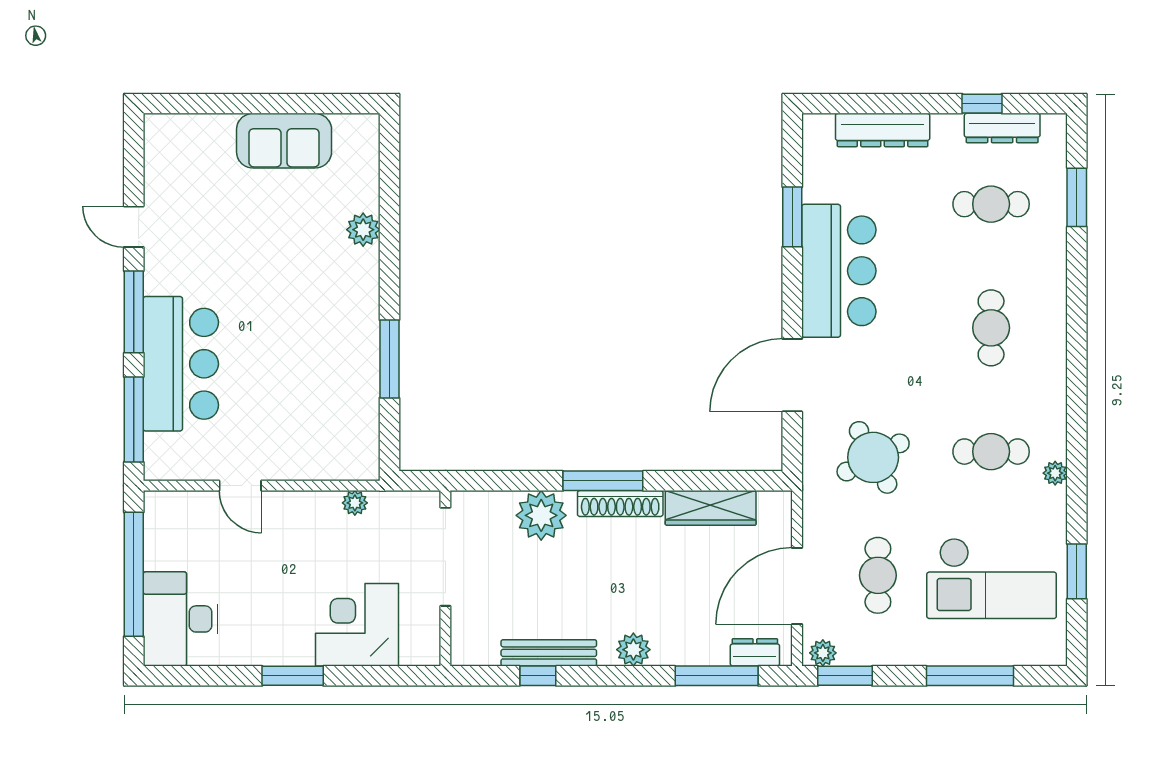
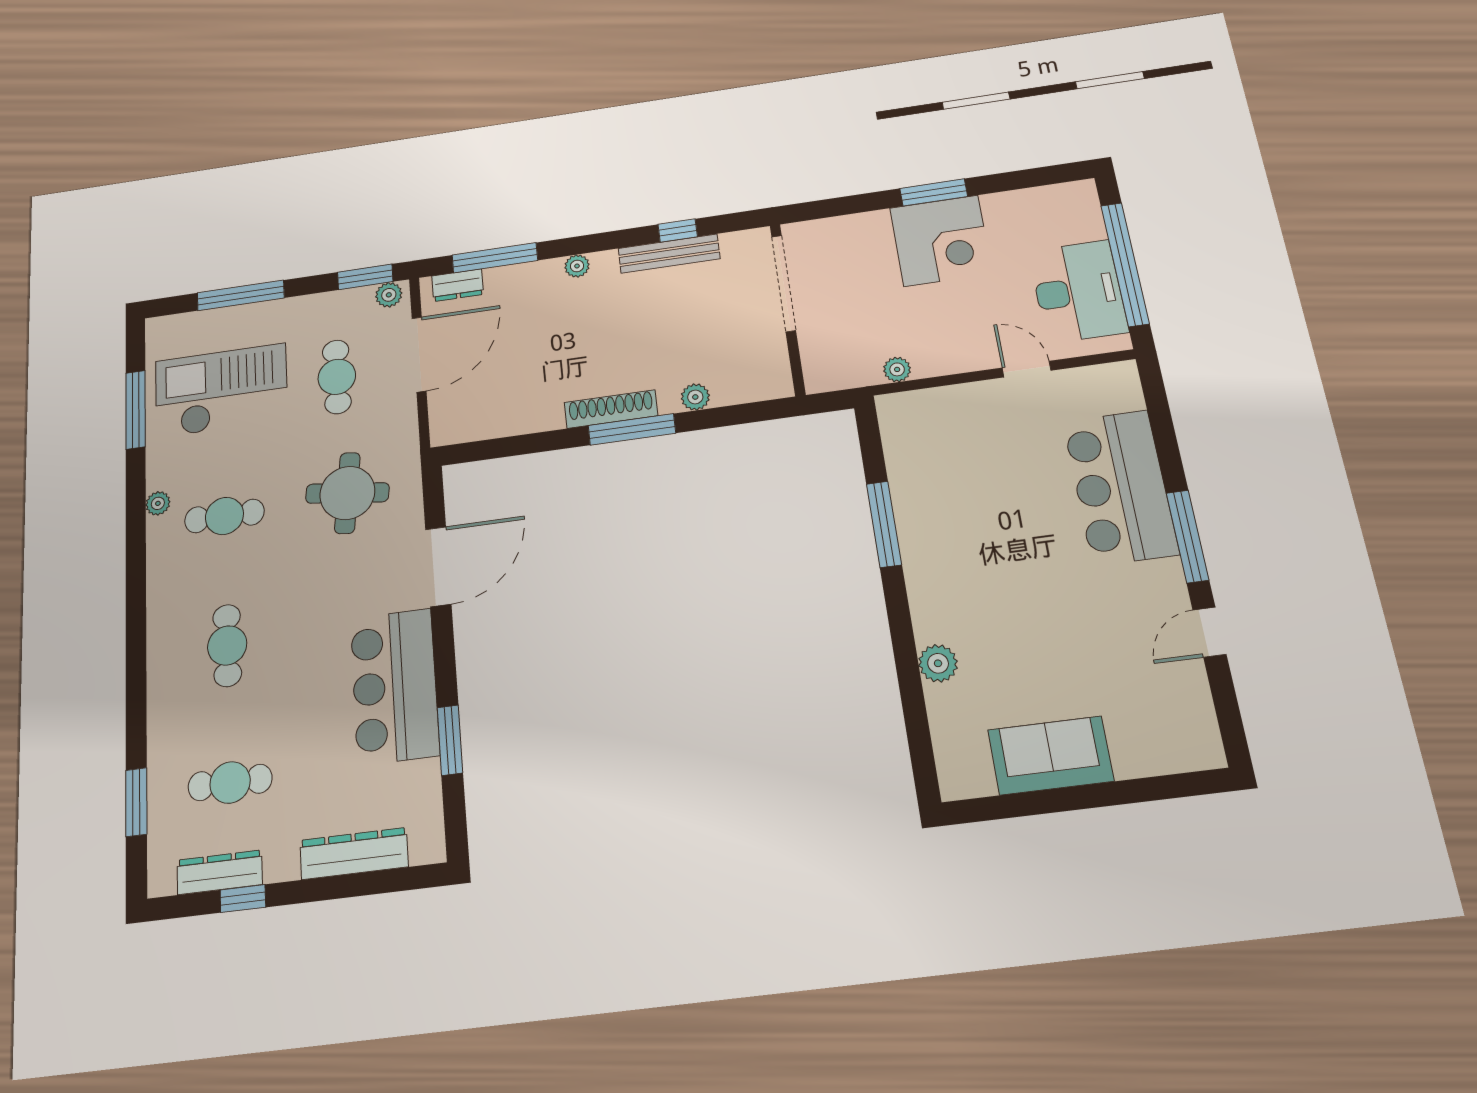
door: (134, 227) -> (1209, 632), swing flipped
window: (134, 419) -> (1161, 421), removed
round table: (873, 457) -> (347, 493), turned 35
wardrobe: (711, 508) -> (515, 418), removed
plant: (541, 515) -> (695, 397), width x0.53, depth x0.53
doorway: (445, 557) -> (784, 283), moved
window: (1077, 571) -> (136, 410), width x1.44
desk: (180, 619) -> (1078, 291), moved
corner desk: (357, 625) -> (941, 241), moved
plant: (633, 650) -> (577, 266), width x0.73, depth x0.73

